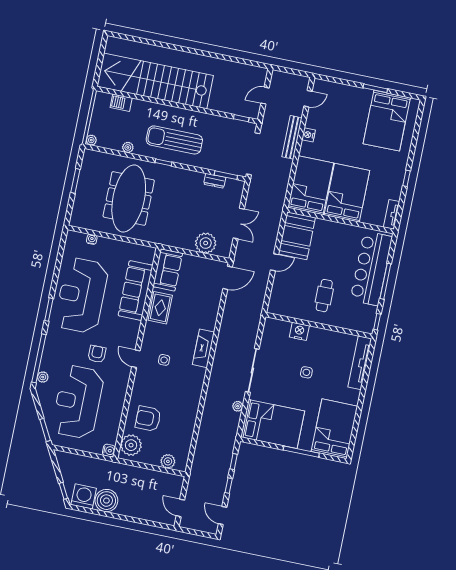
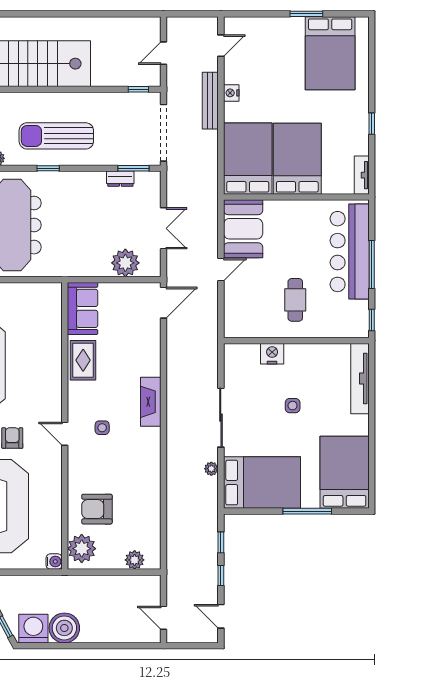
sofa: (136, 290) -> (46, 344), removed

